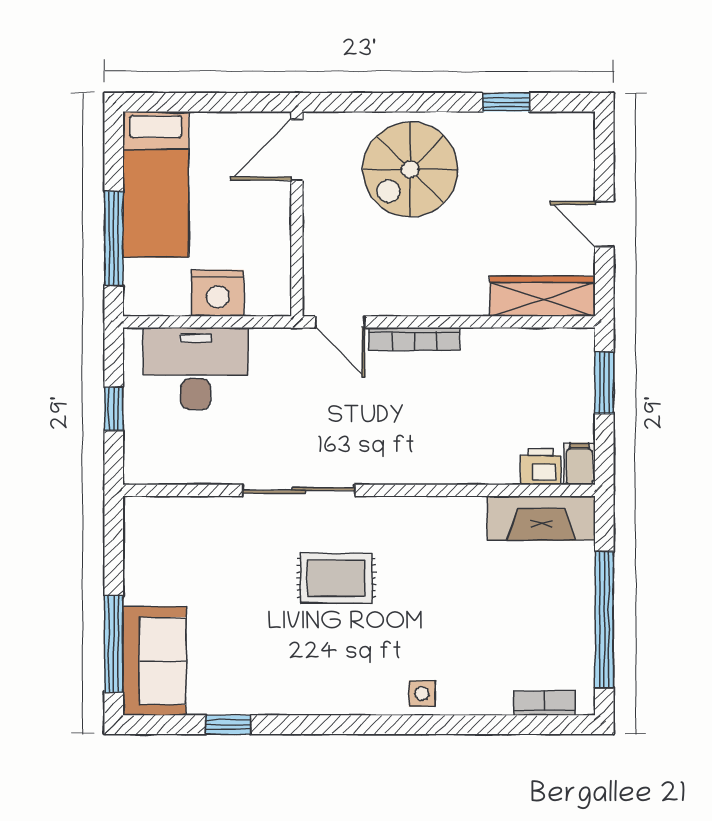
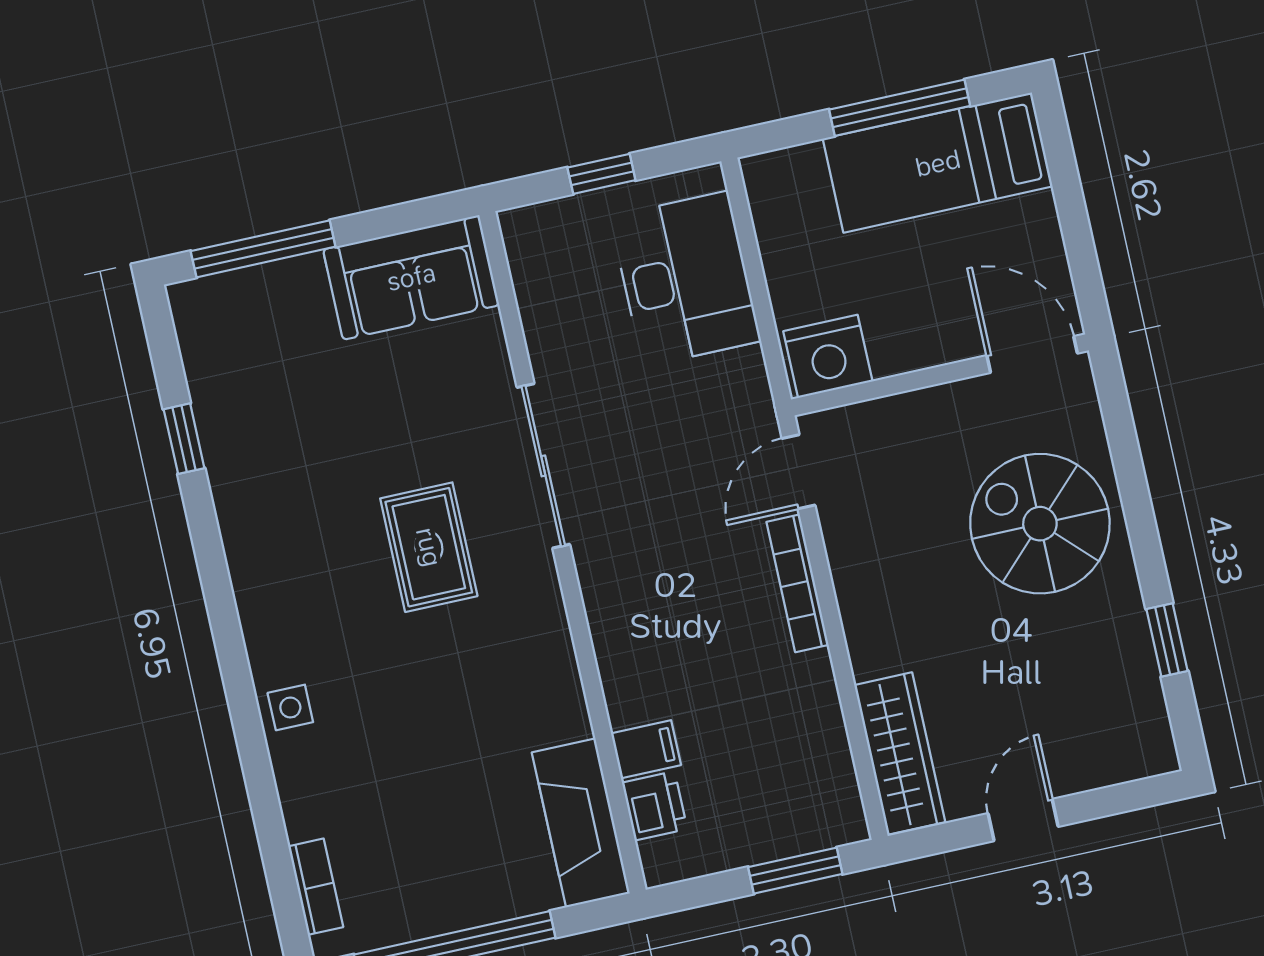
window: (114, 239) -> (900, 108), moved
nightstand: (218, 293) -> (828, 356), moved, turned -90
filing cabinet: (579, 464) -> (646, 749), moved
sofa: (154, 661) -> (411, 277), moved

